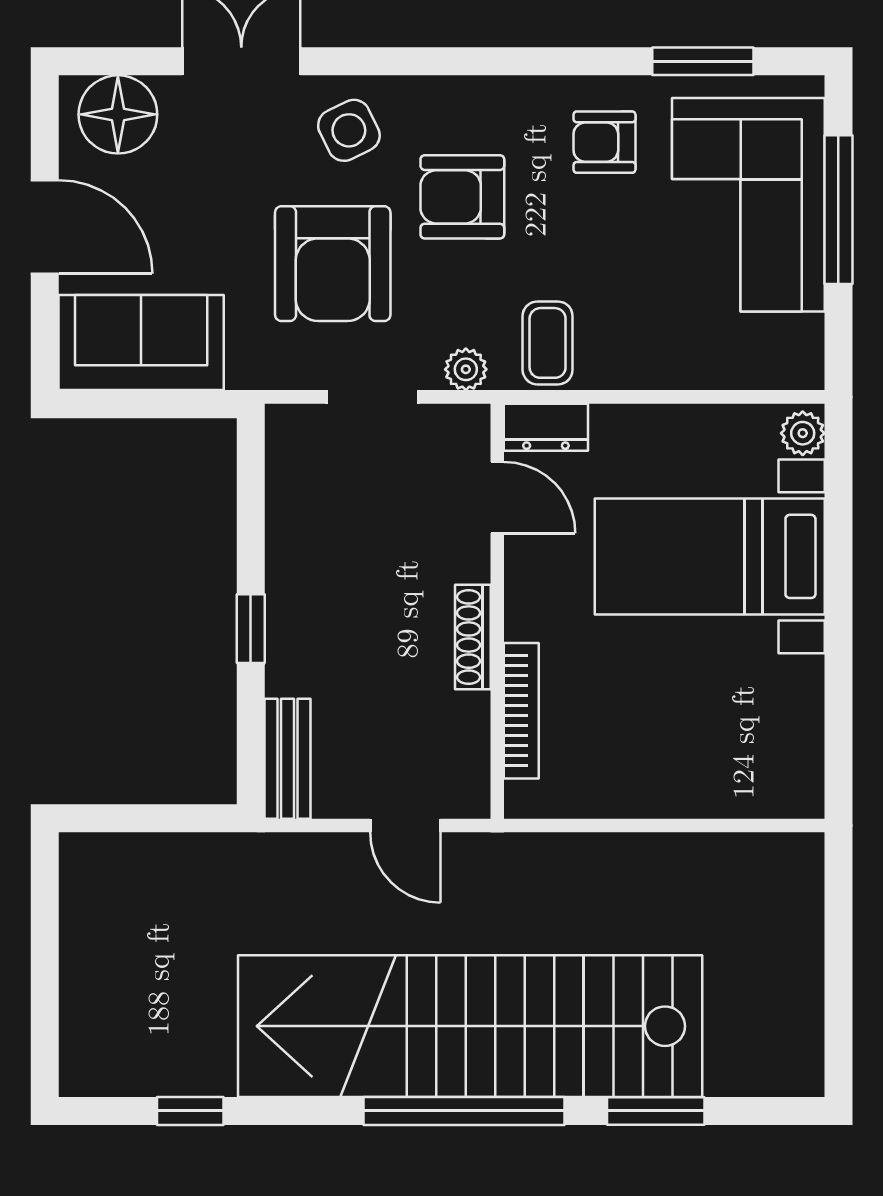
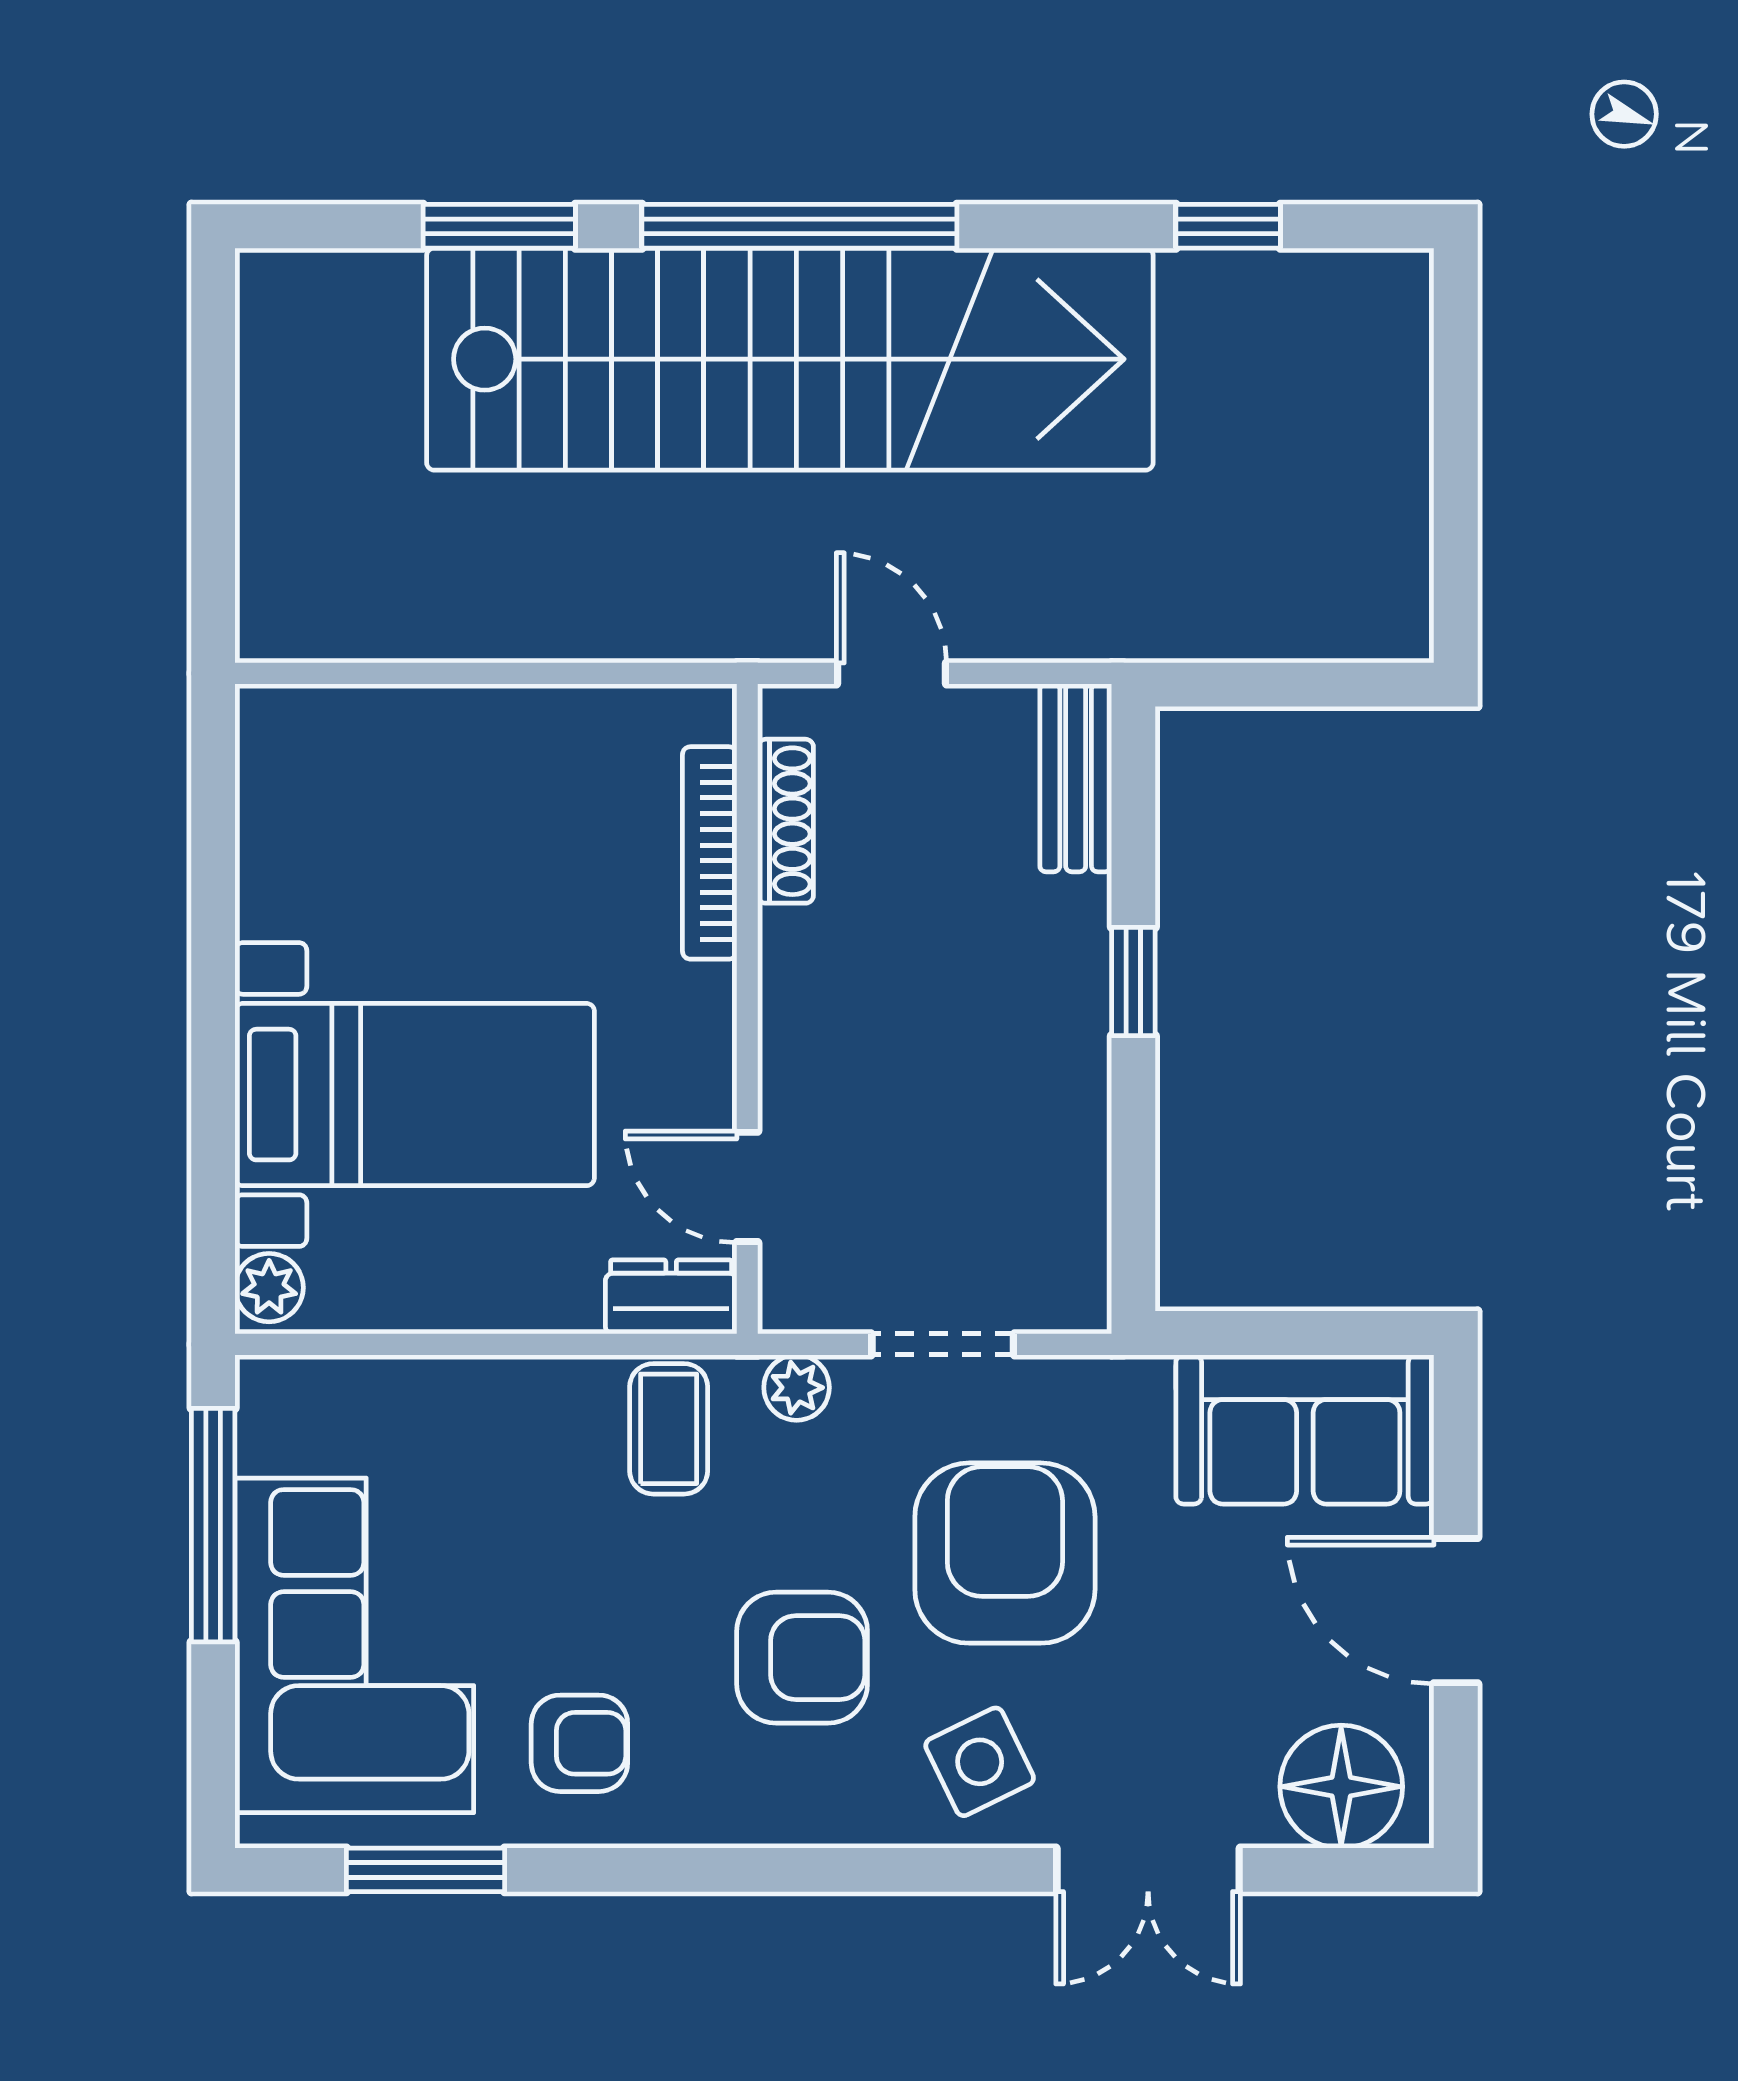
window: (838, 210) -> (213, 1525), moved
shoe rack: (473, 637) -> (786, 821), moved

